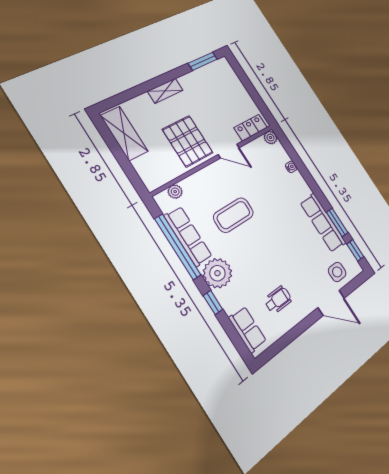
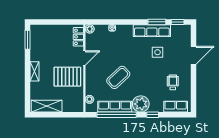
coffee table: (233, 215) -> (118, 77), turned 47
side table: (337, 272) -> (158, 52), moved

